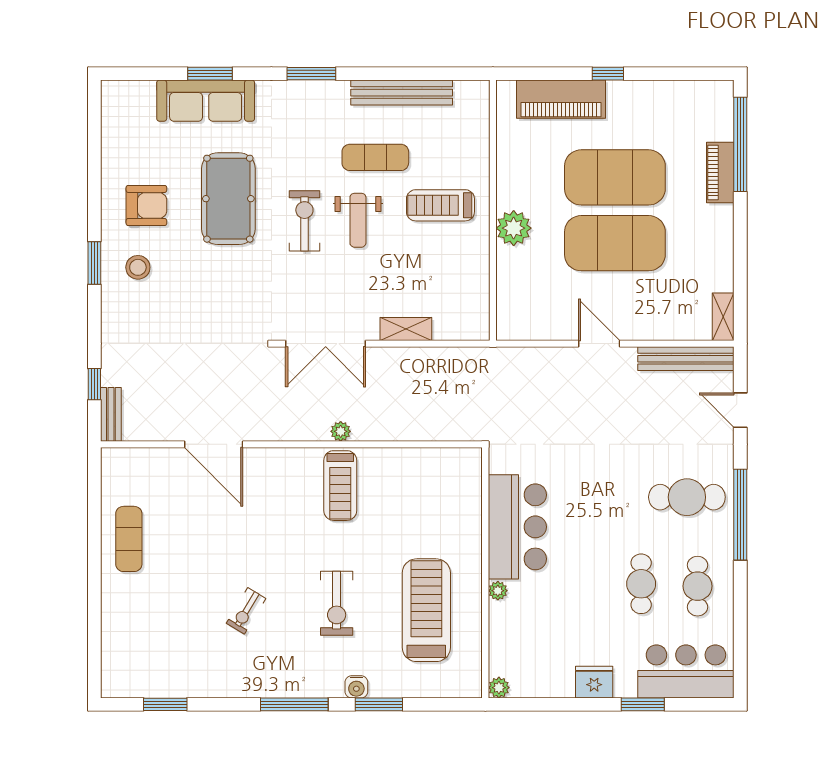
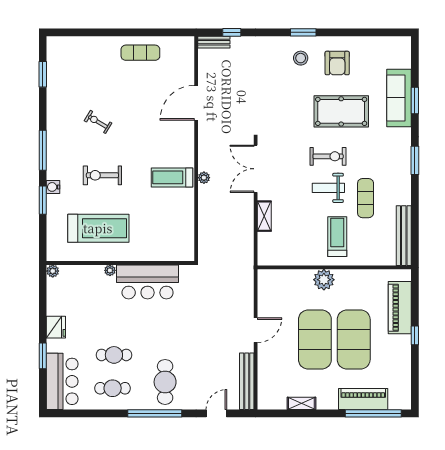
bench: (402, 93) -> (404, 236), moved
piano: (720, 172) -> (363, 399), width x1.37, depth x1.33
shelving: (723, 317) -> (301, 403), moved

